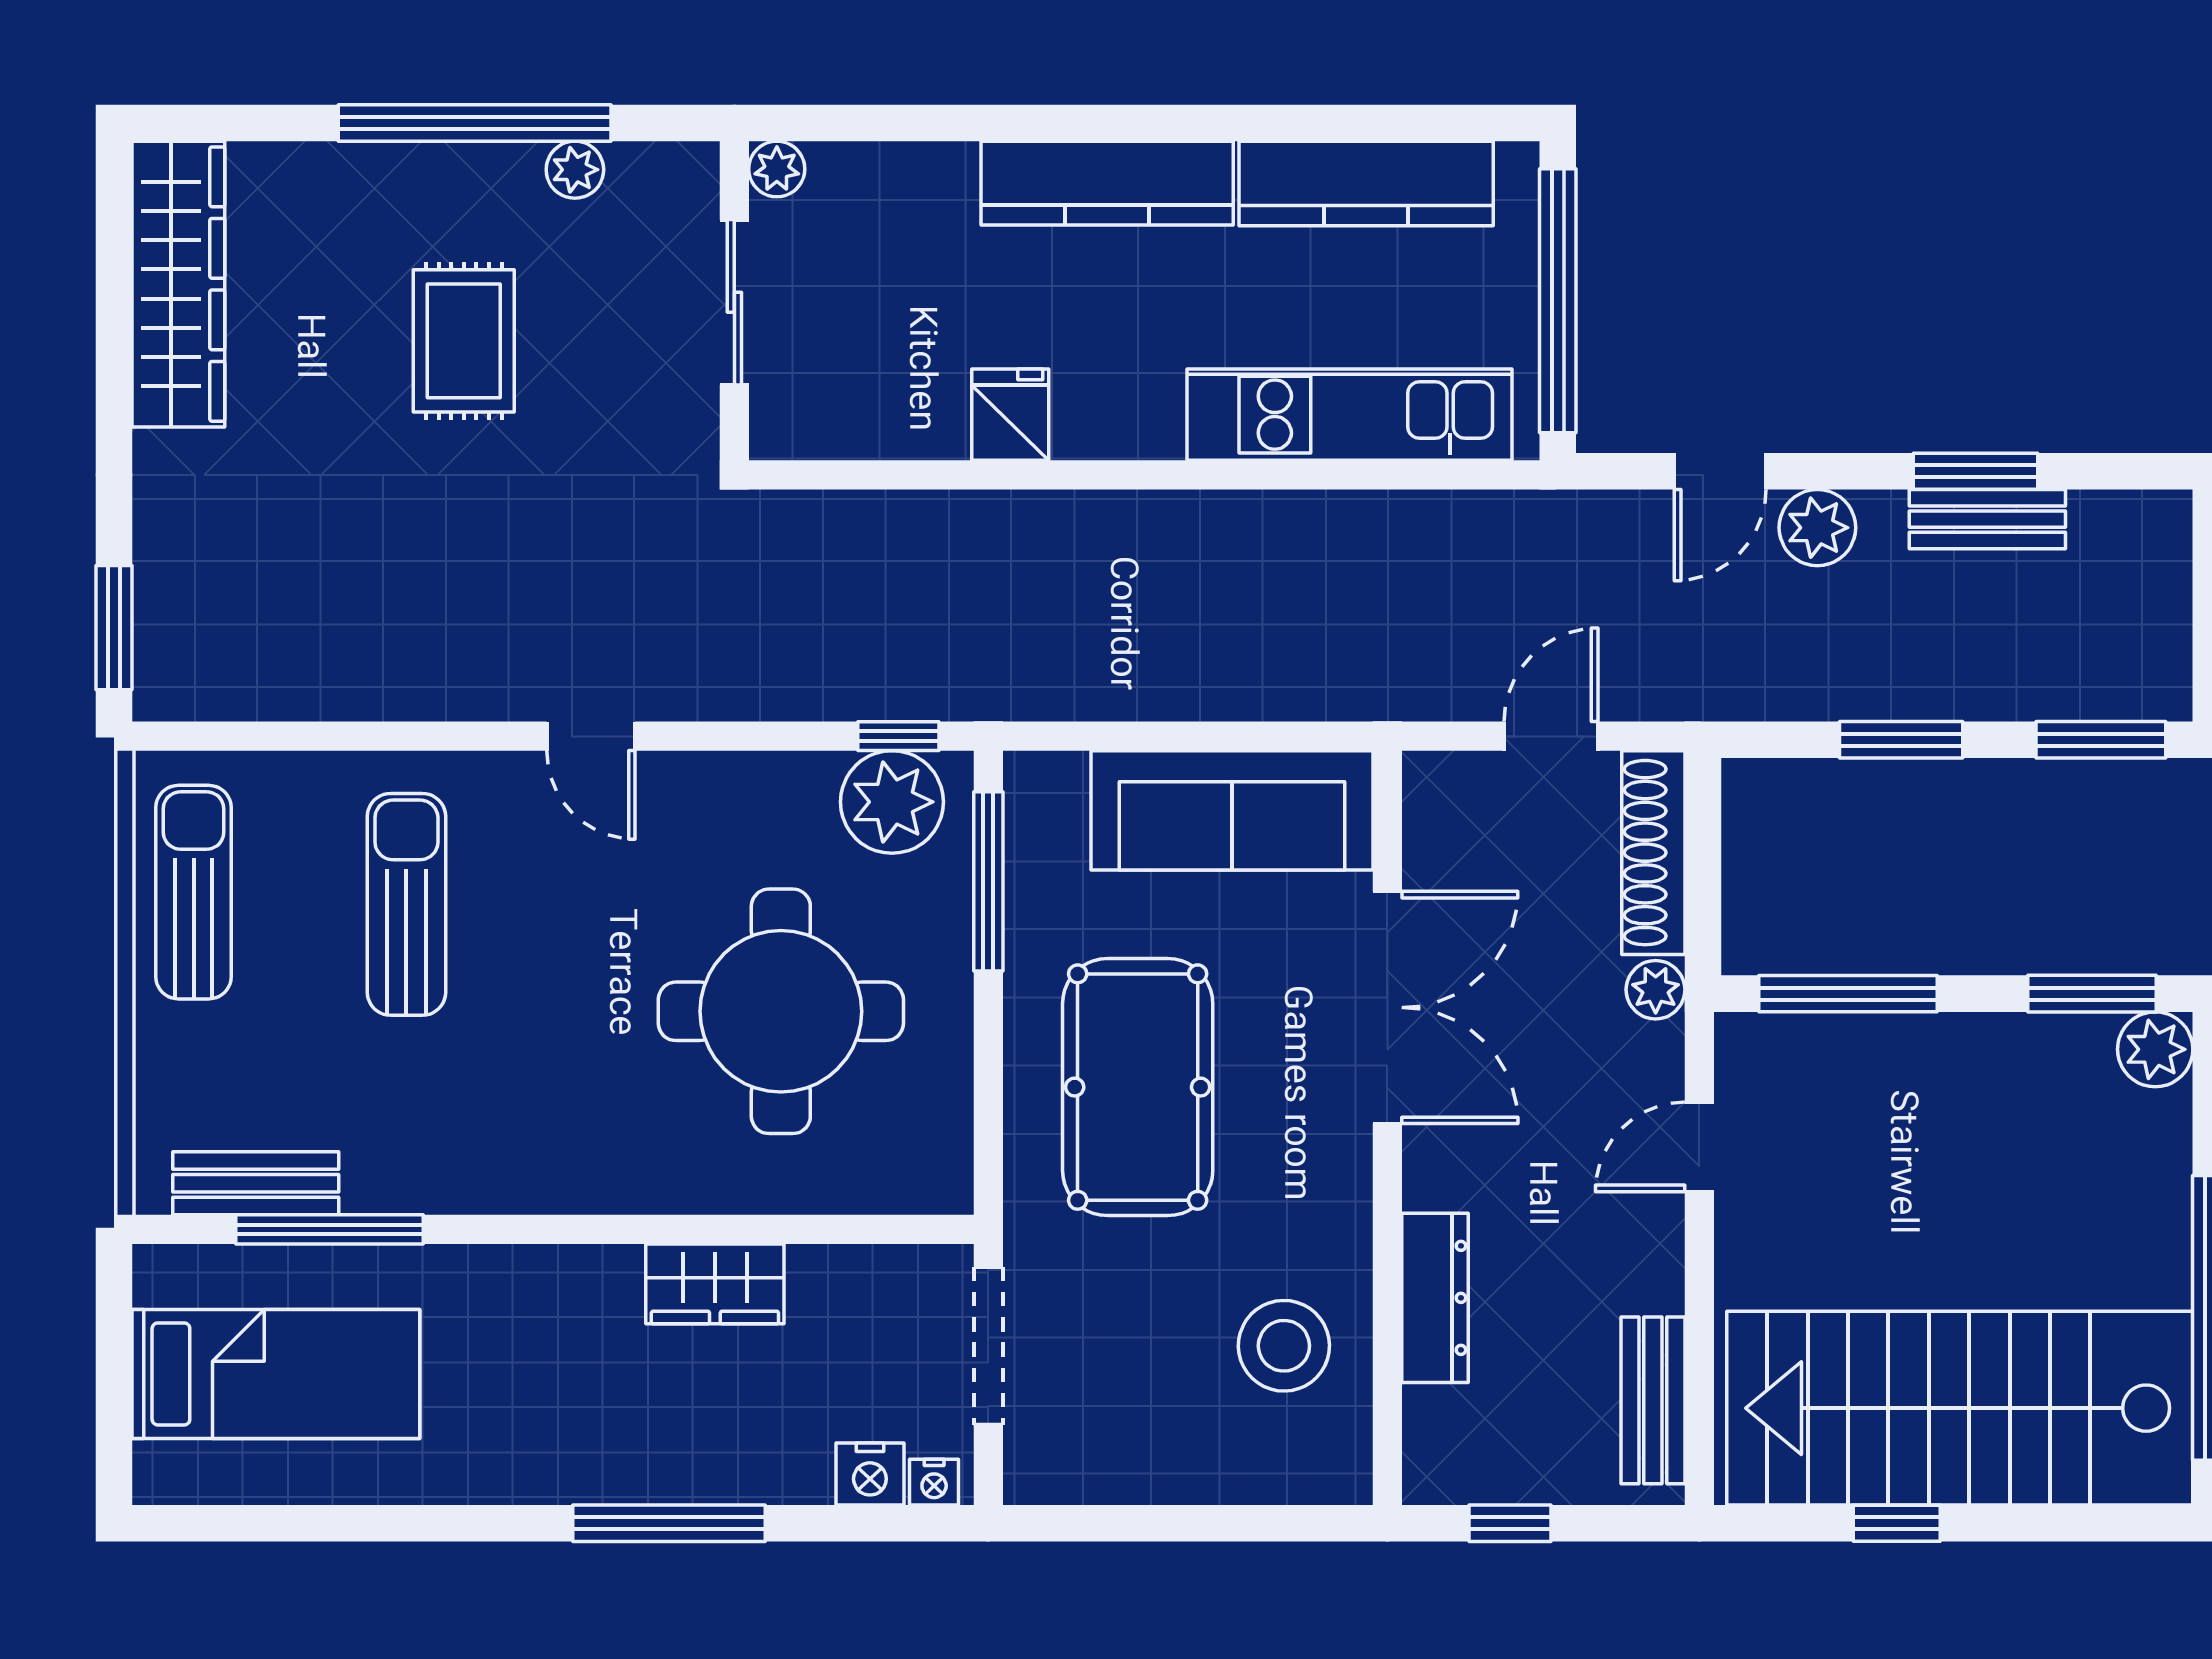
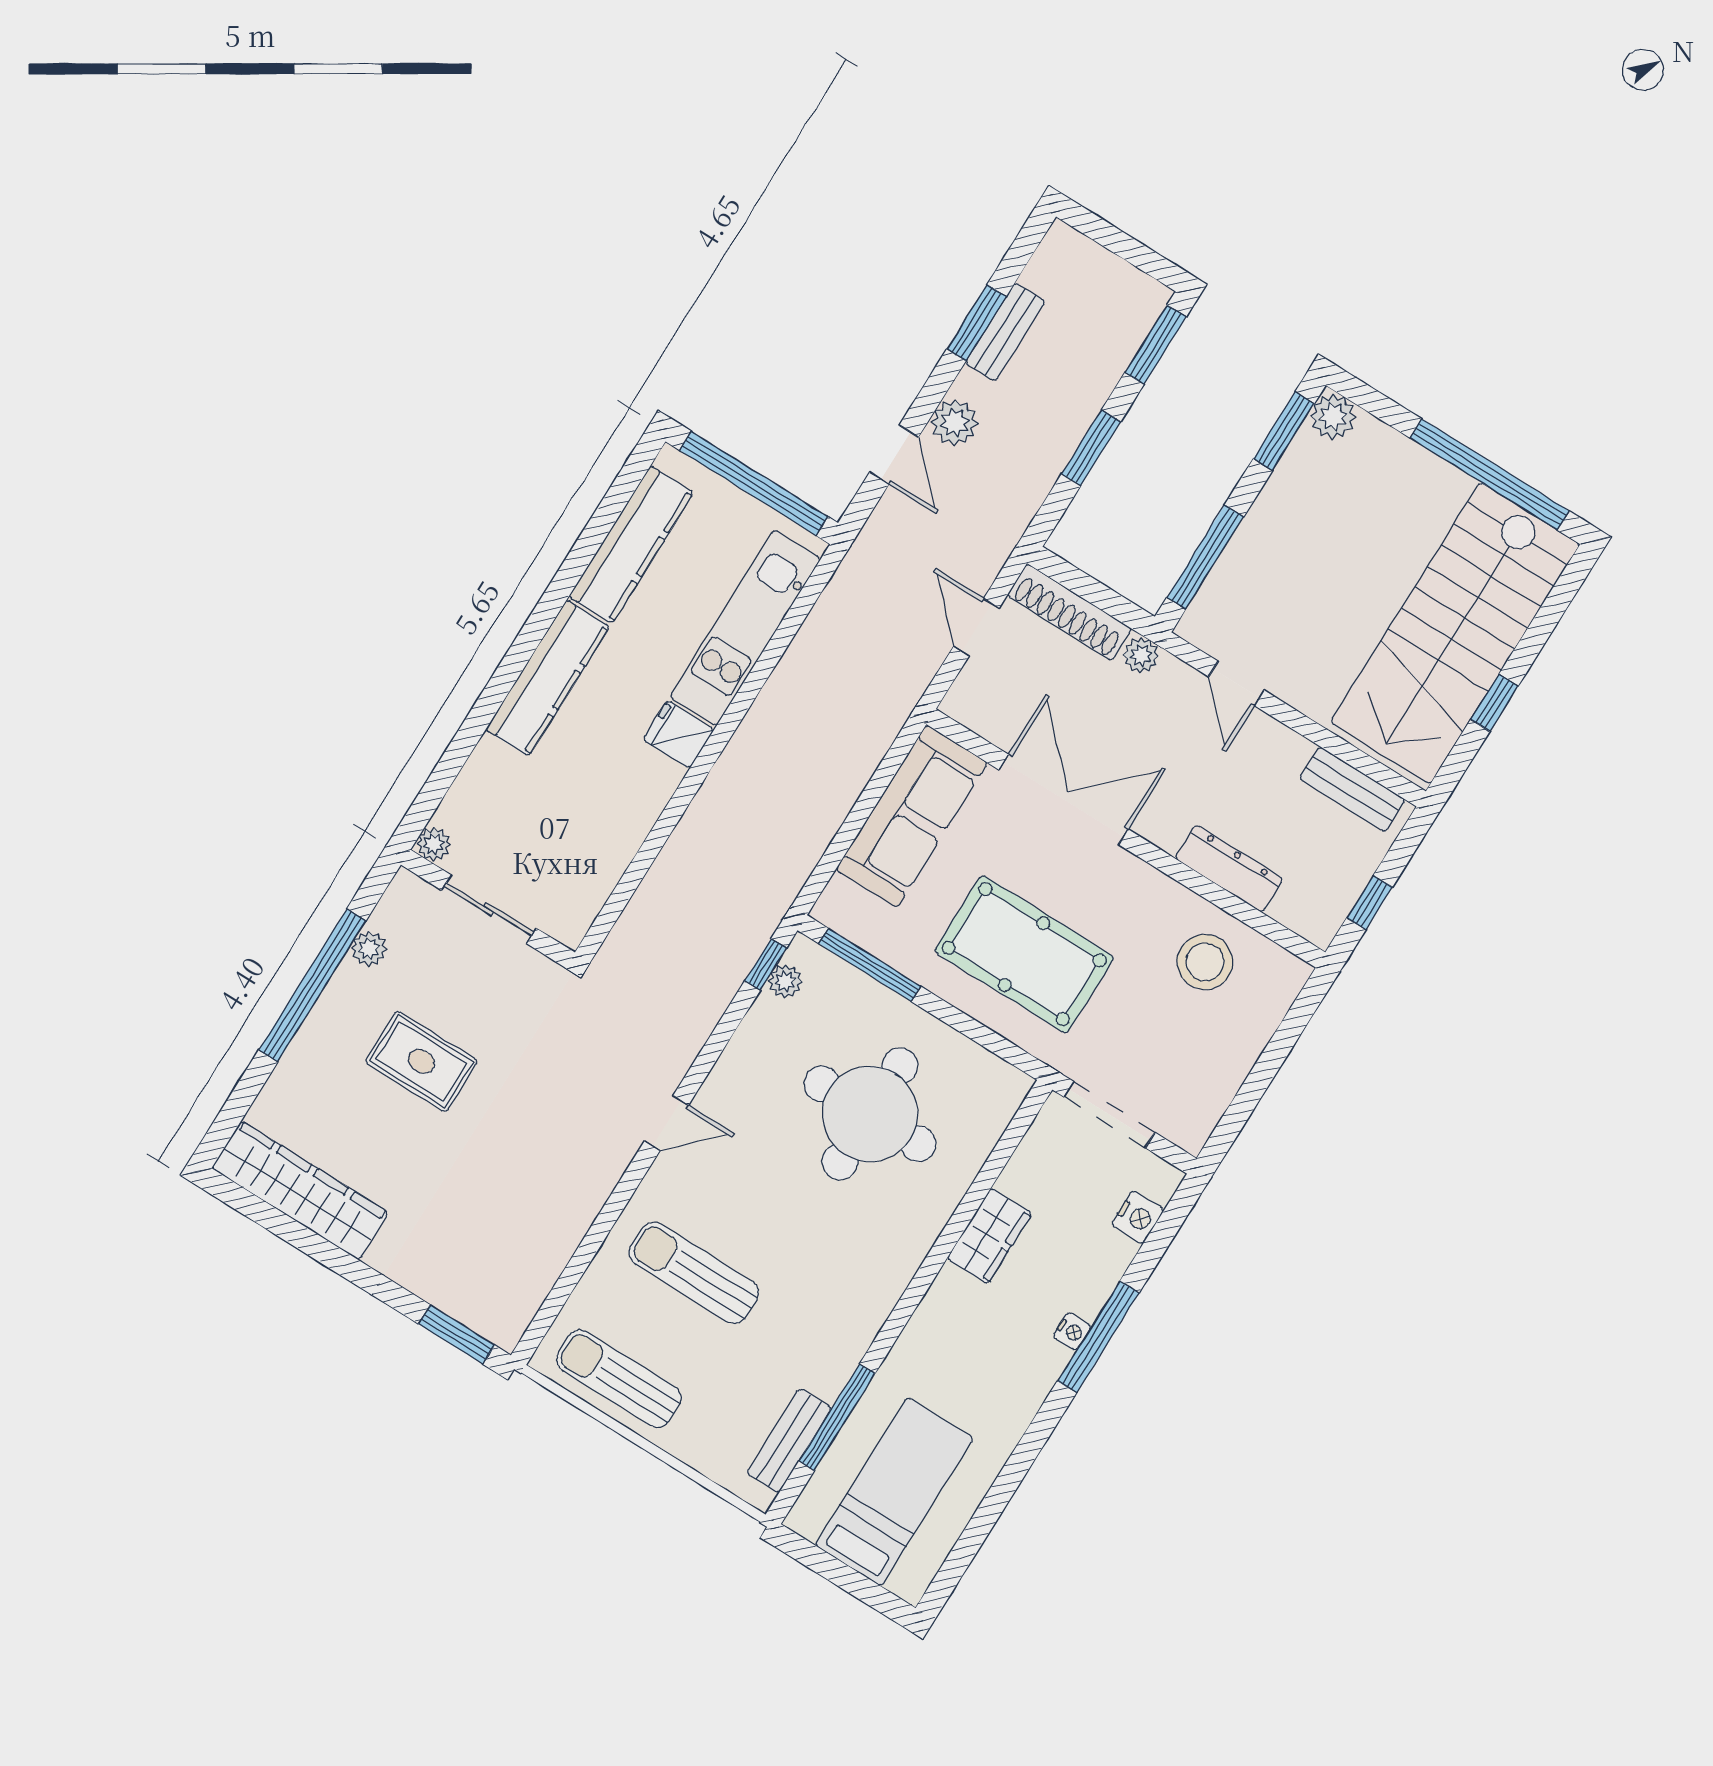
fridge: (1010, 415) -> (679, 734), moved
plant: (892, 802) -> (785, 981), width x0.53, depth x0.53
nightstand: (934, 1482) -> (1072, 1331), moved

